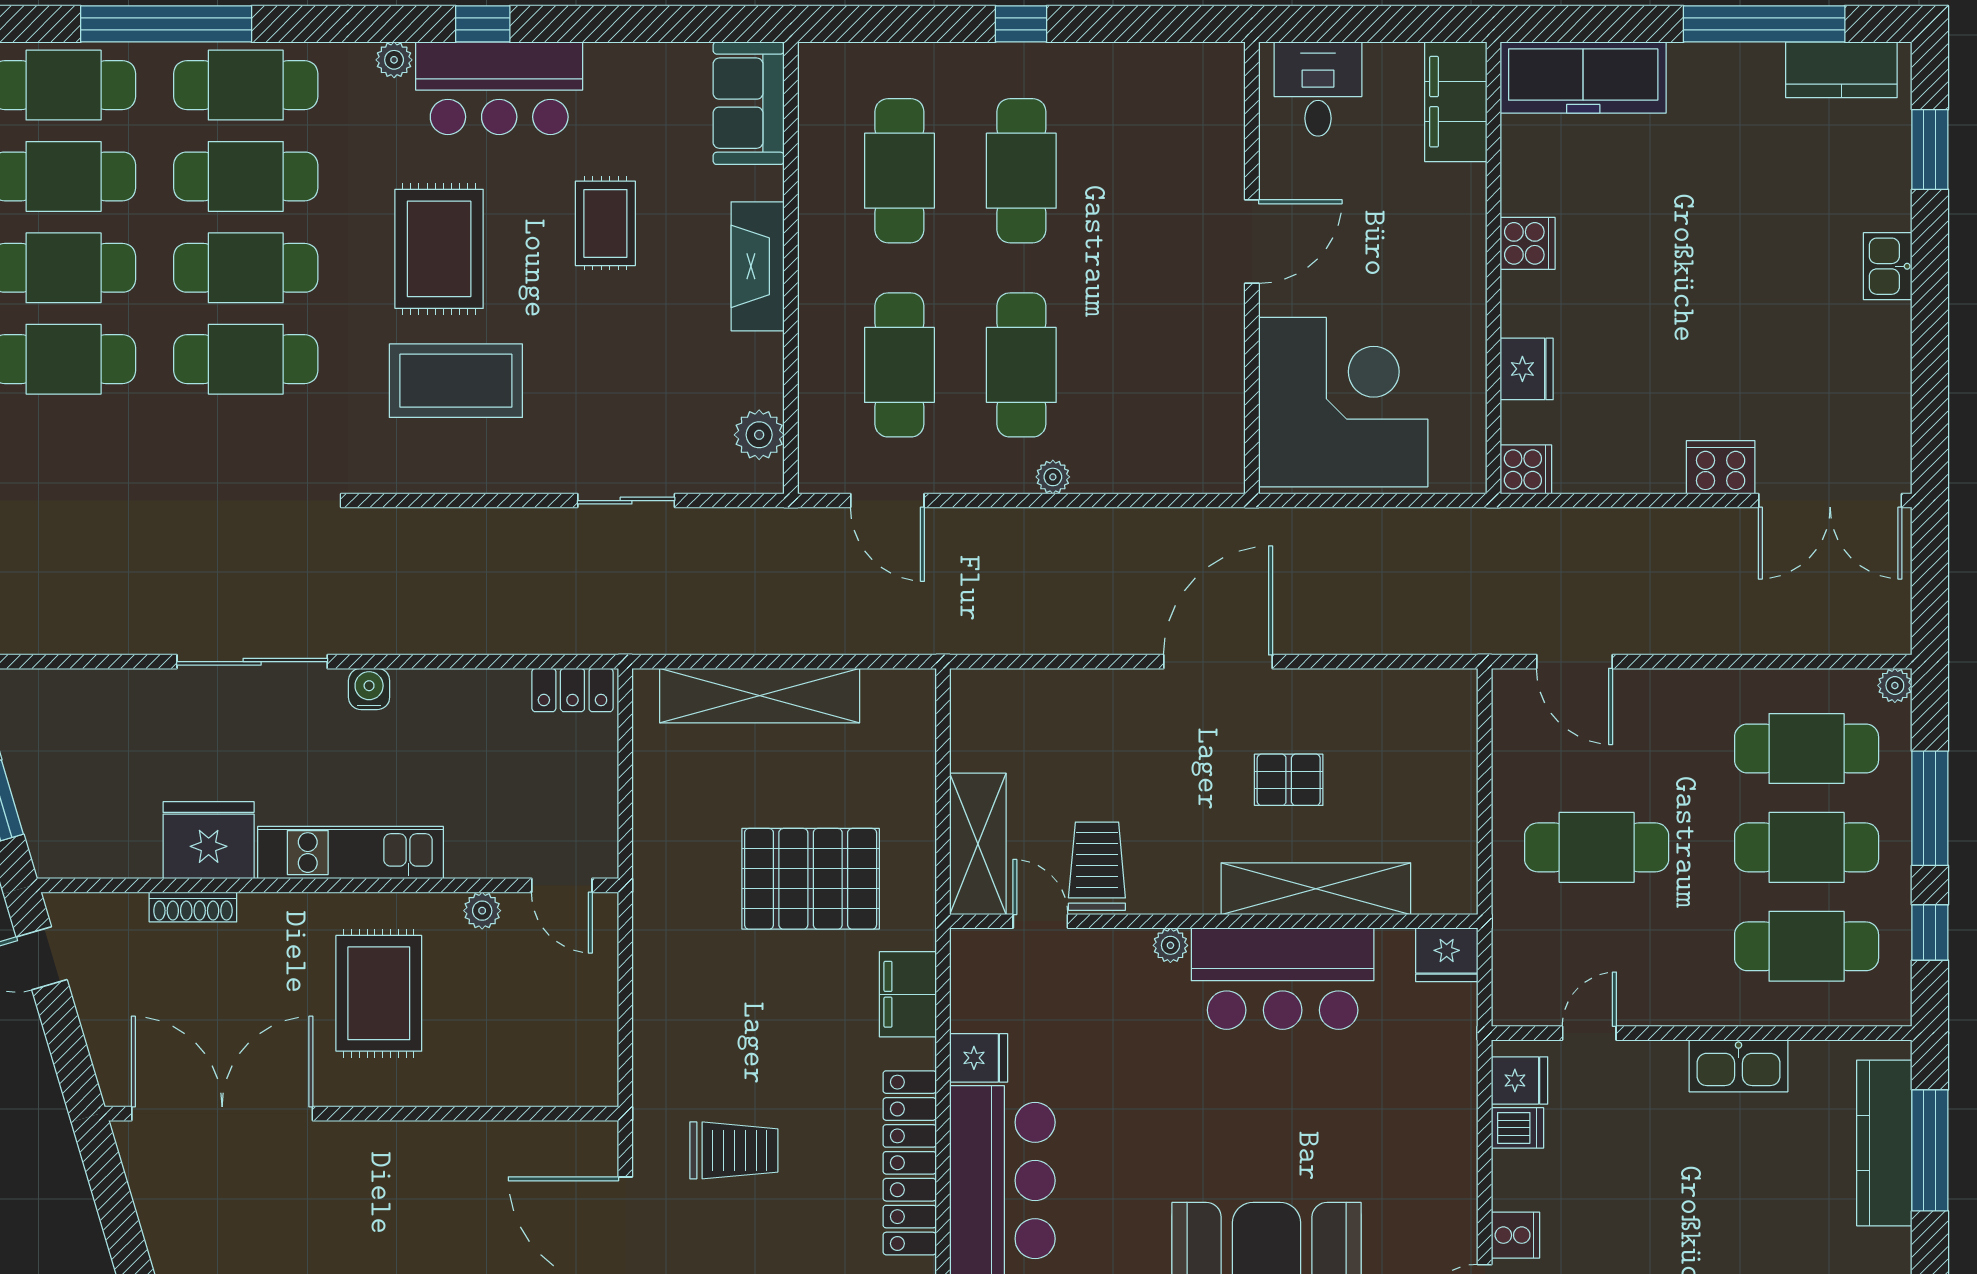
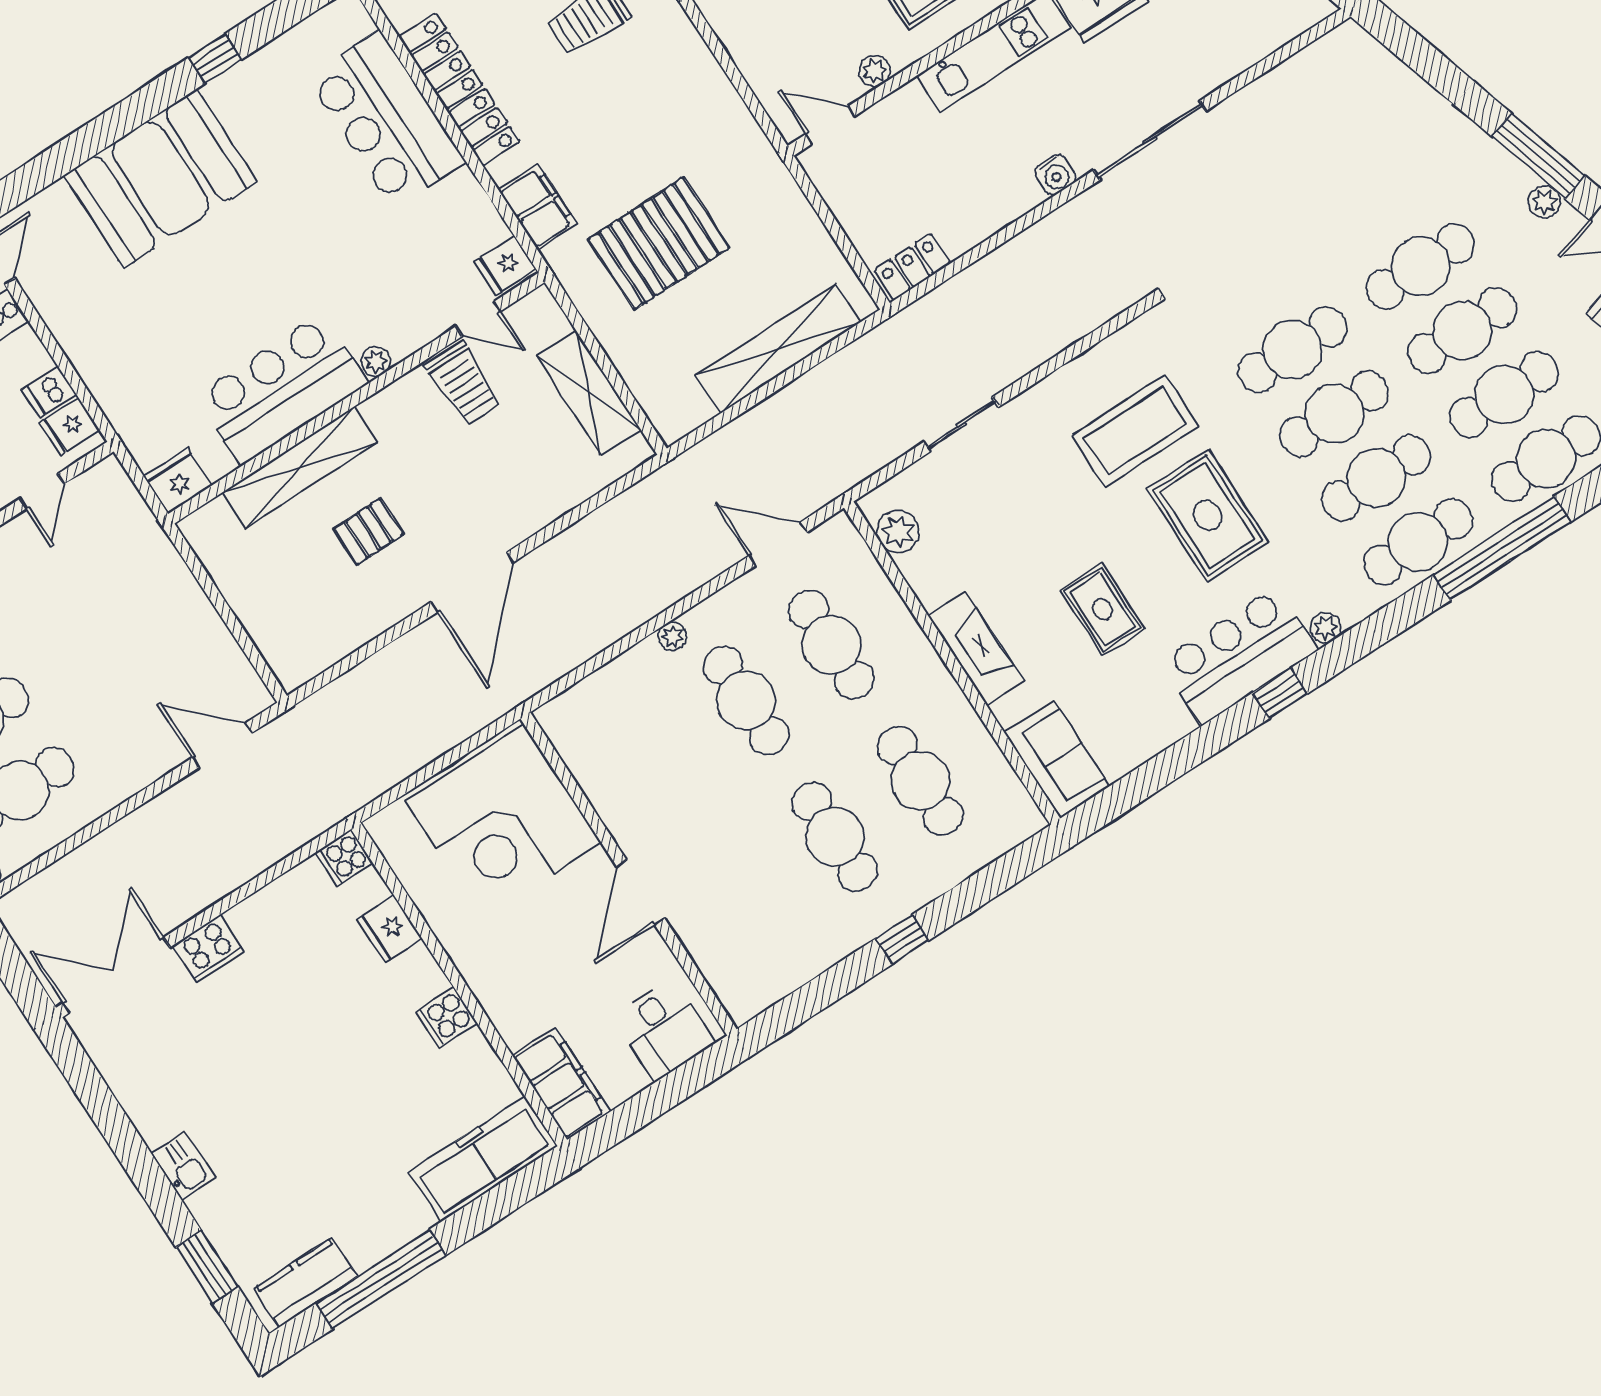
shelving: (978, 844) -> (589, 393), moved
cafe table: (1597, 847) -> (122, 625), removed
fridge: (979, 1058) -> (505, 265), moved

